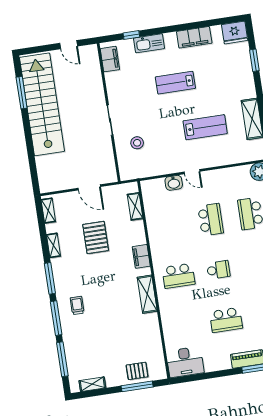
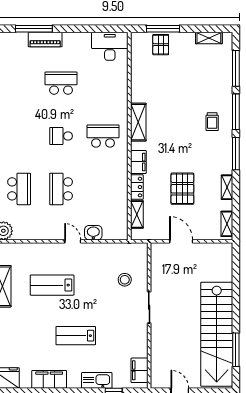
lab bench: (175, 83) -> (76, 336), turned 180
locker: (139, 232) -> (137, 187), added
pallet: (137, 371) -> (161, 45), turned 90

